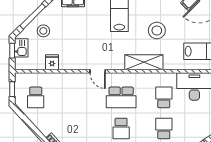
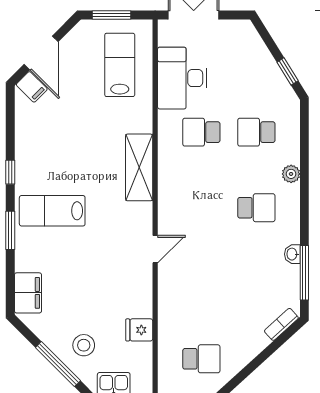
stool: (157, 30) -> (83, 145), removed
school desk: (121, 97) -> (201, 208), removed

